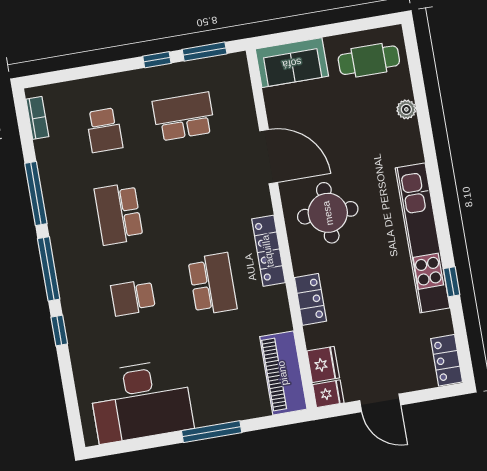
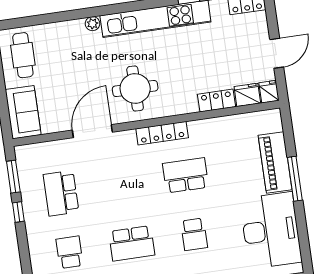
plant: (406, 109) -> (92, 24), moved
school desk: (104, 130) -> (70, 252), turned -90
locker: (310, 299) -> (216, 100), moved
piano: (283, 373) -> (275, 162), moved, turned 90

